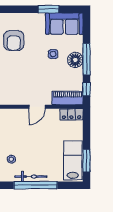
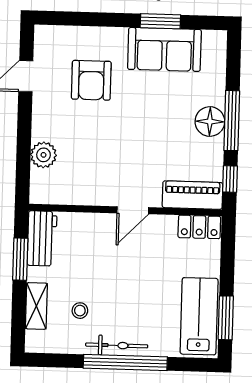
sofa: (64, 24) -> (164, 49), moved
side table: (53, 54) -> (167, 109), removed

